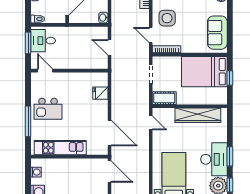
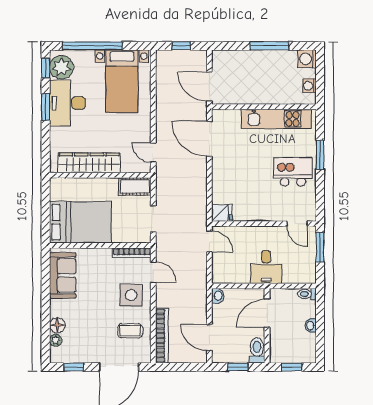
desk: (43, 41) -> (266, 267), moved, turned 90
window: (28, 43) -> (320, 247), moved
door: (109, 47) -> (209, 242), moved
window: (230, 78) -> (46, 214), removed
fridge: (100, 93) -> (222, 213), moved
window: (28, 121) -> (320, 155), width x0.69

